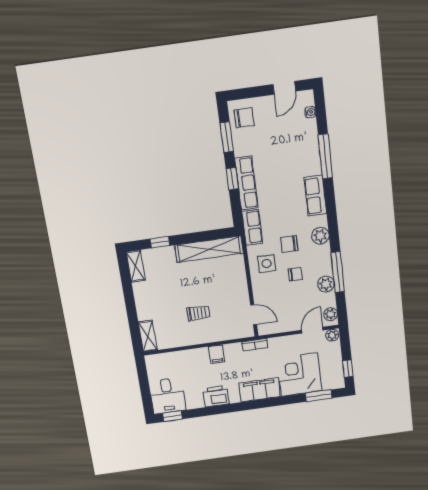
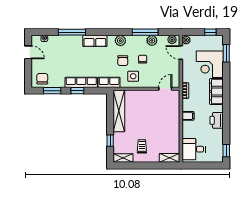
trolley: (198, 313) -> (142, 146), moved
desk: (167, 396) -> (194, 149), moved, turned 180

